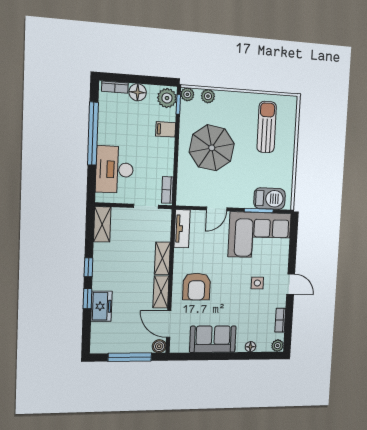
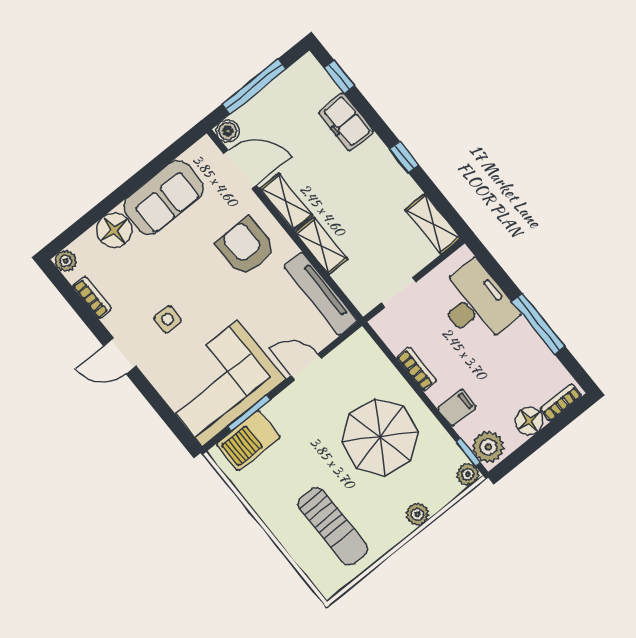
plant: (208, 96) -> (418, 514), moved
window: (93, 134) -> (539, 324), width x0.68
bookcase: (167, 190) -> (417, 369), moved
door: (217, 209) -> (306, 367), hinge flipped
tv unit: (182, 229) -> (321, 294), width x1.41
window: (87, 299) -> (339, 77), moved
floor lamp: (250, 347) -> (114, 230), width x1.89, depth x1.89

